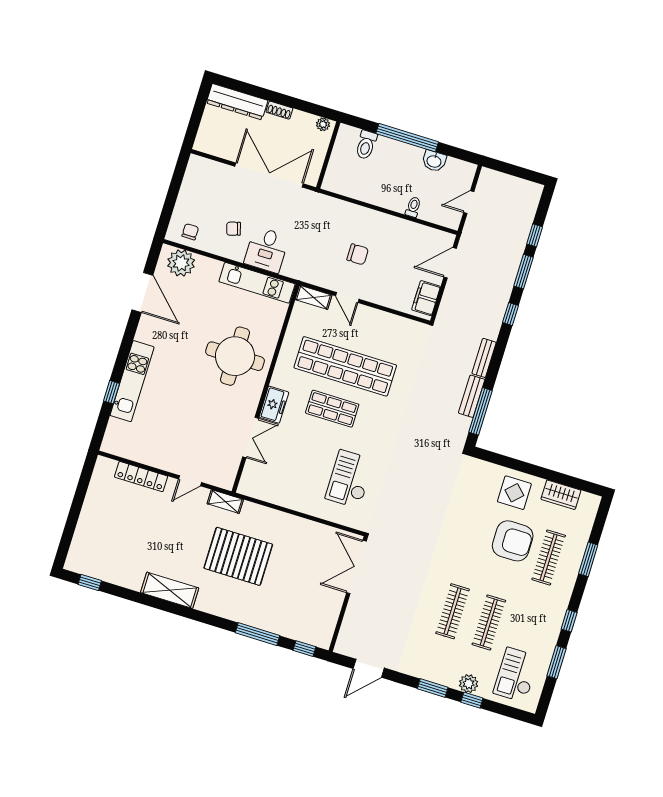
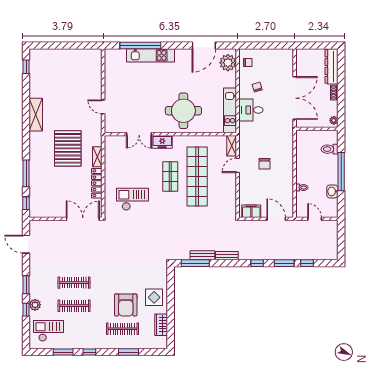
window: (112, 392) -> (140, 45), width x3.17
locker: (141, 477) -> (97, 183), moved
shelving: (225, 502) -> (97, 157), moved

